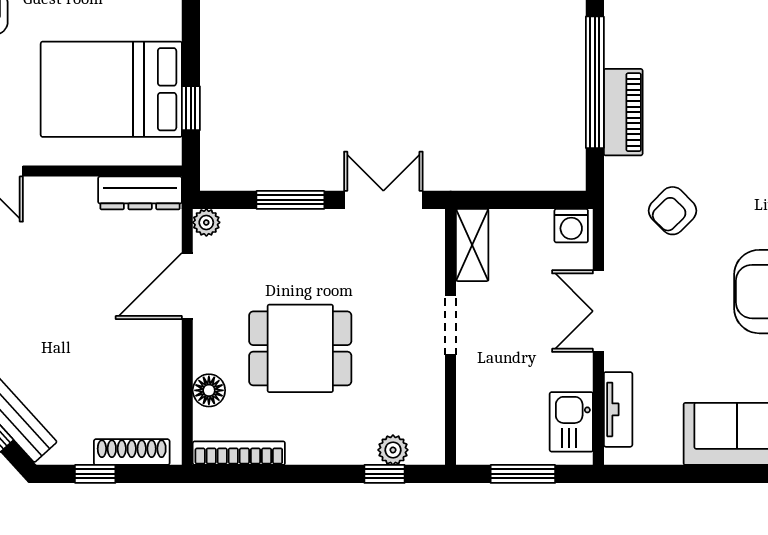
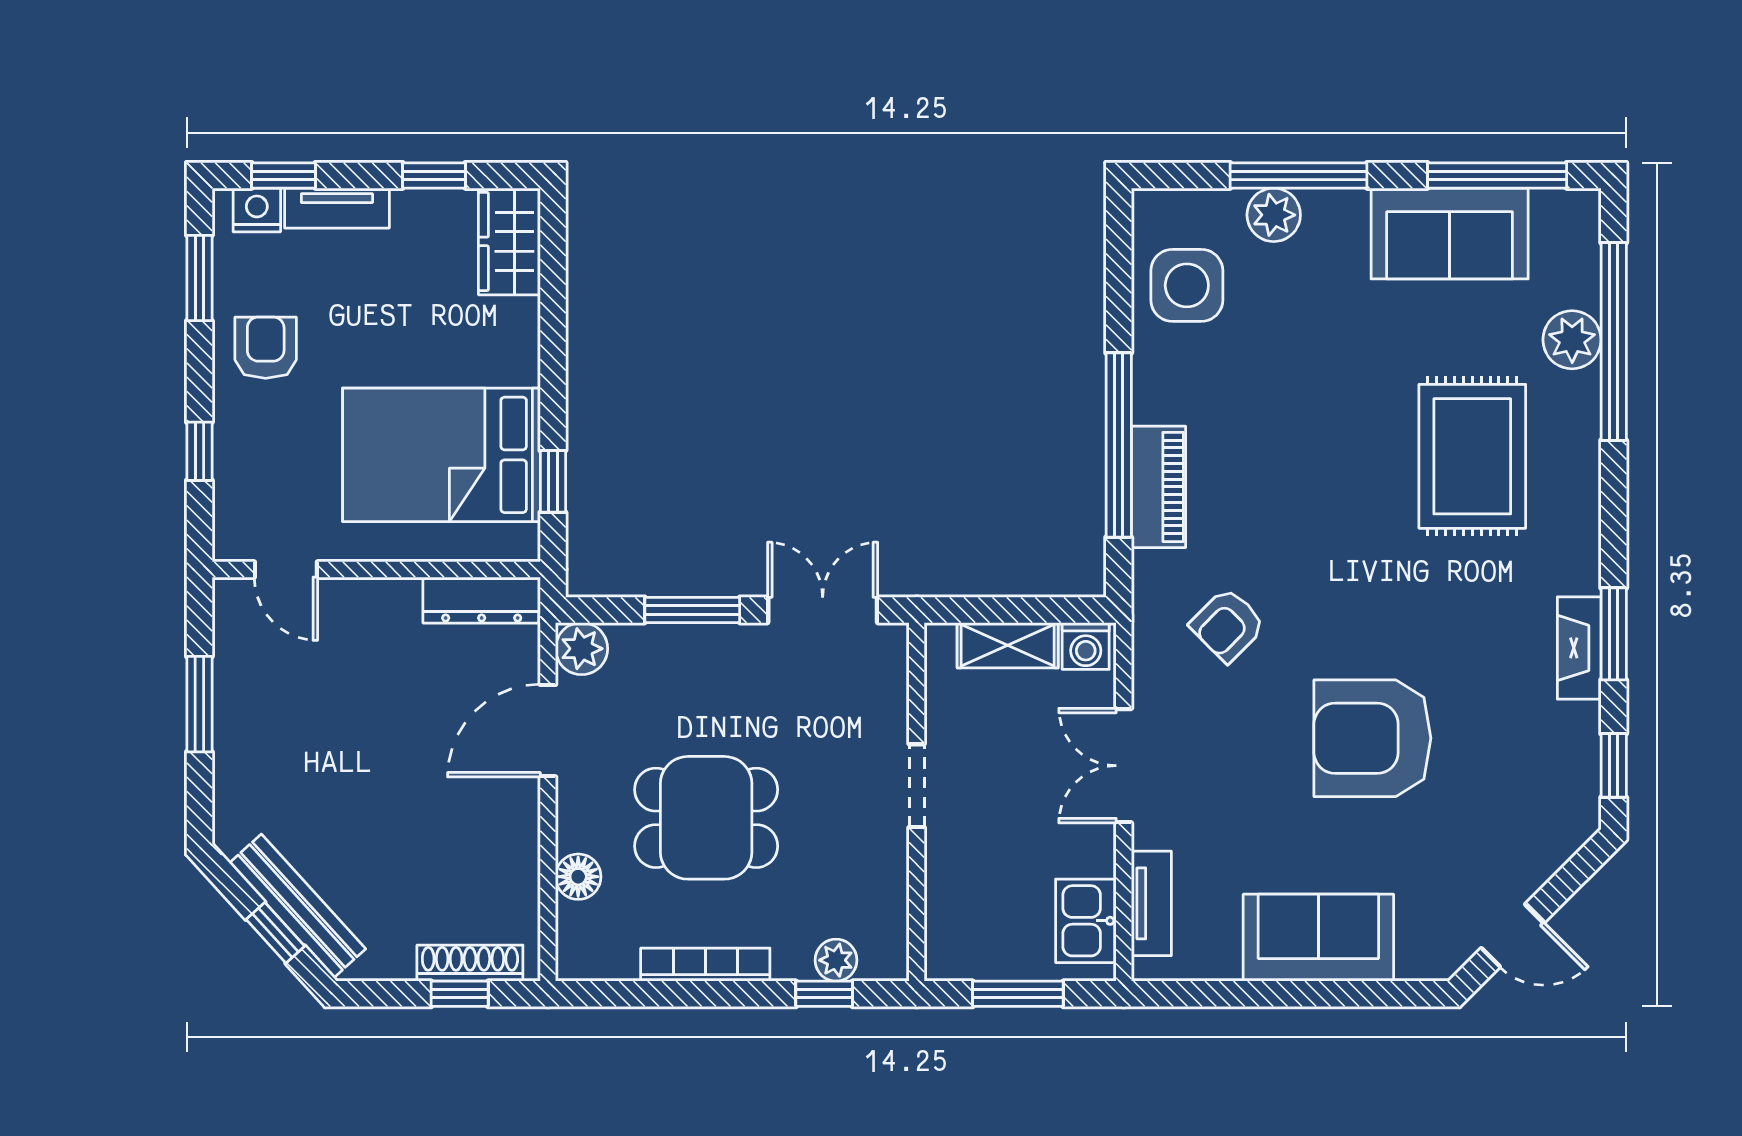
plant: (206, 222) -> (582, 649), width x1.38, depth x1.38
shelving: (472, 245) -> (1008, 645), moved, turned 90
bookcase: (239, 453) -> (705, 965), moved
window: (95, 474) -> (460, 994), moved

